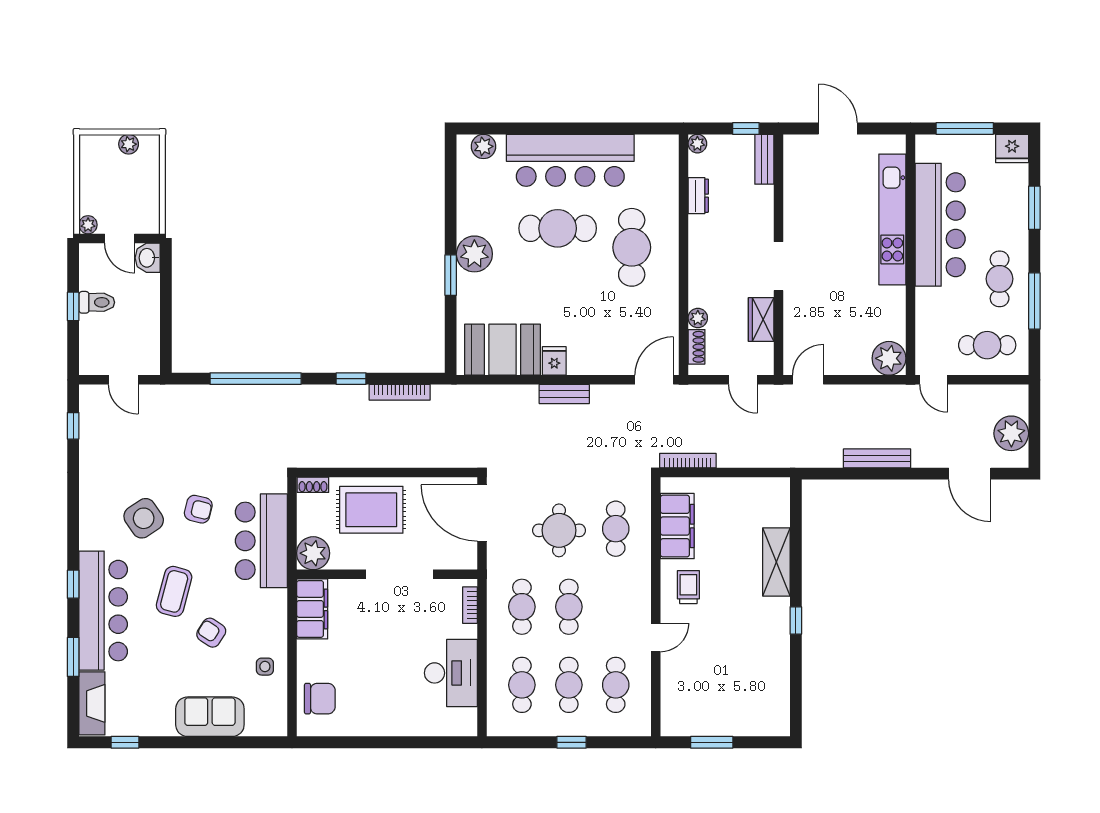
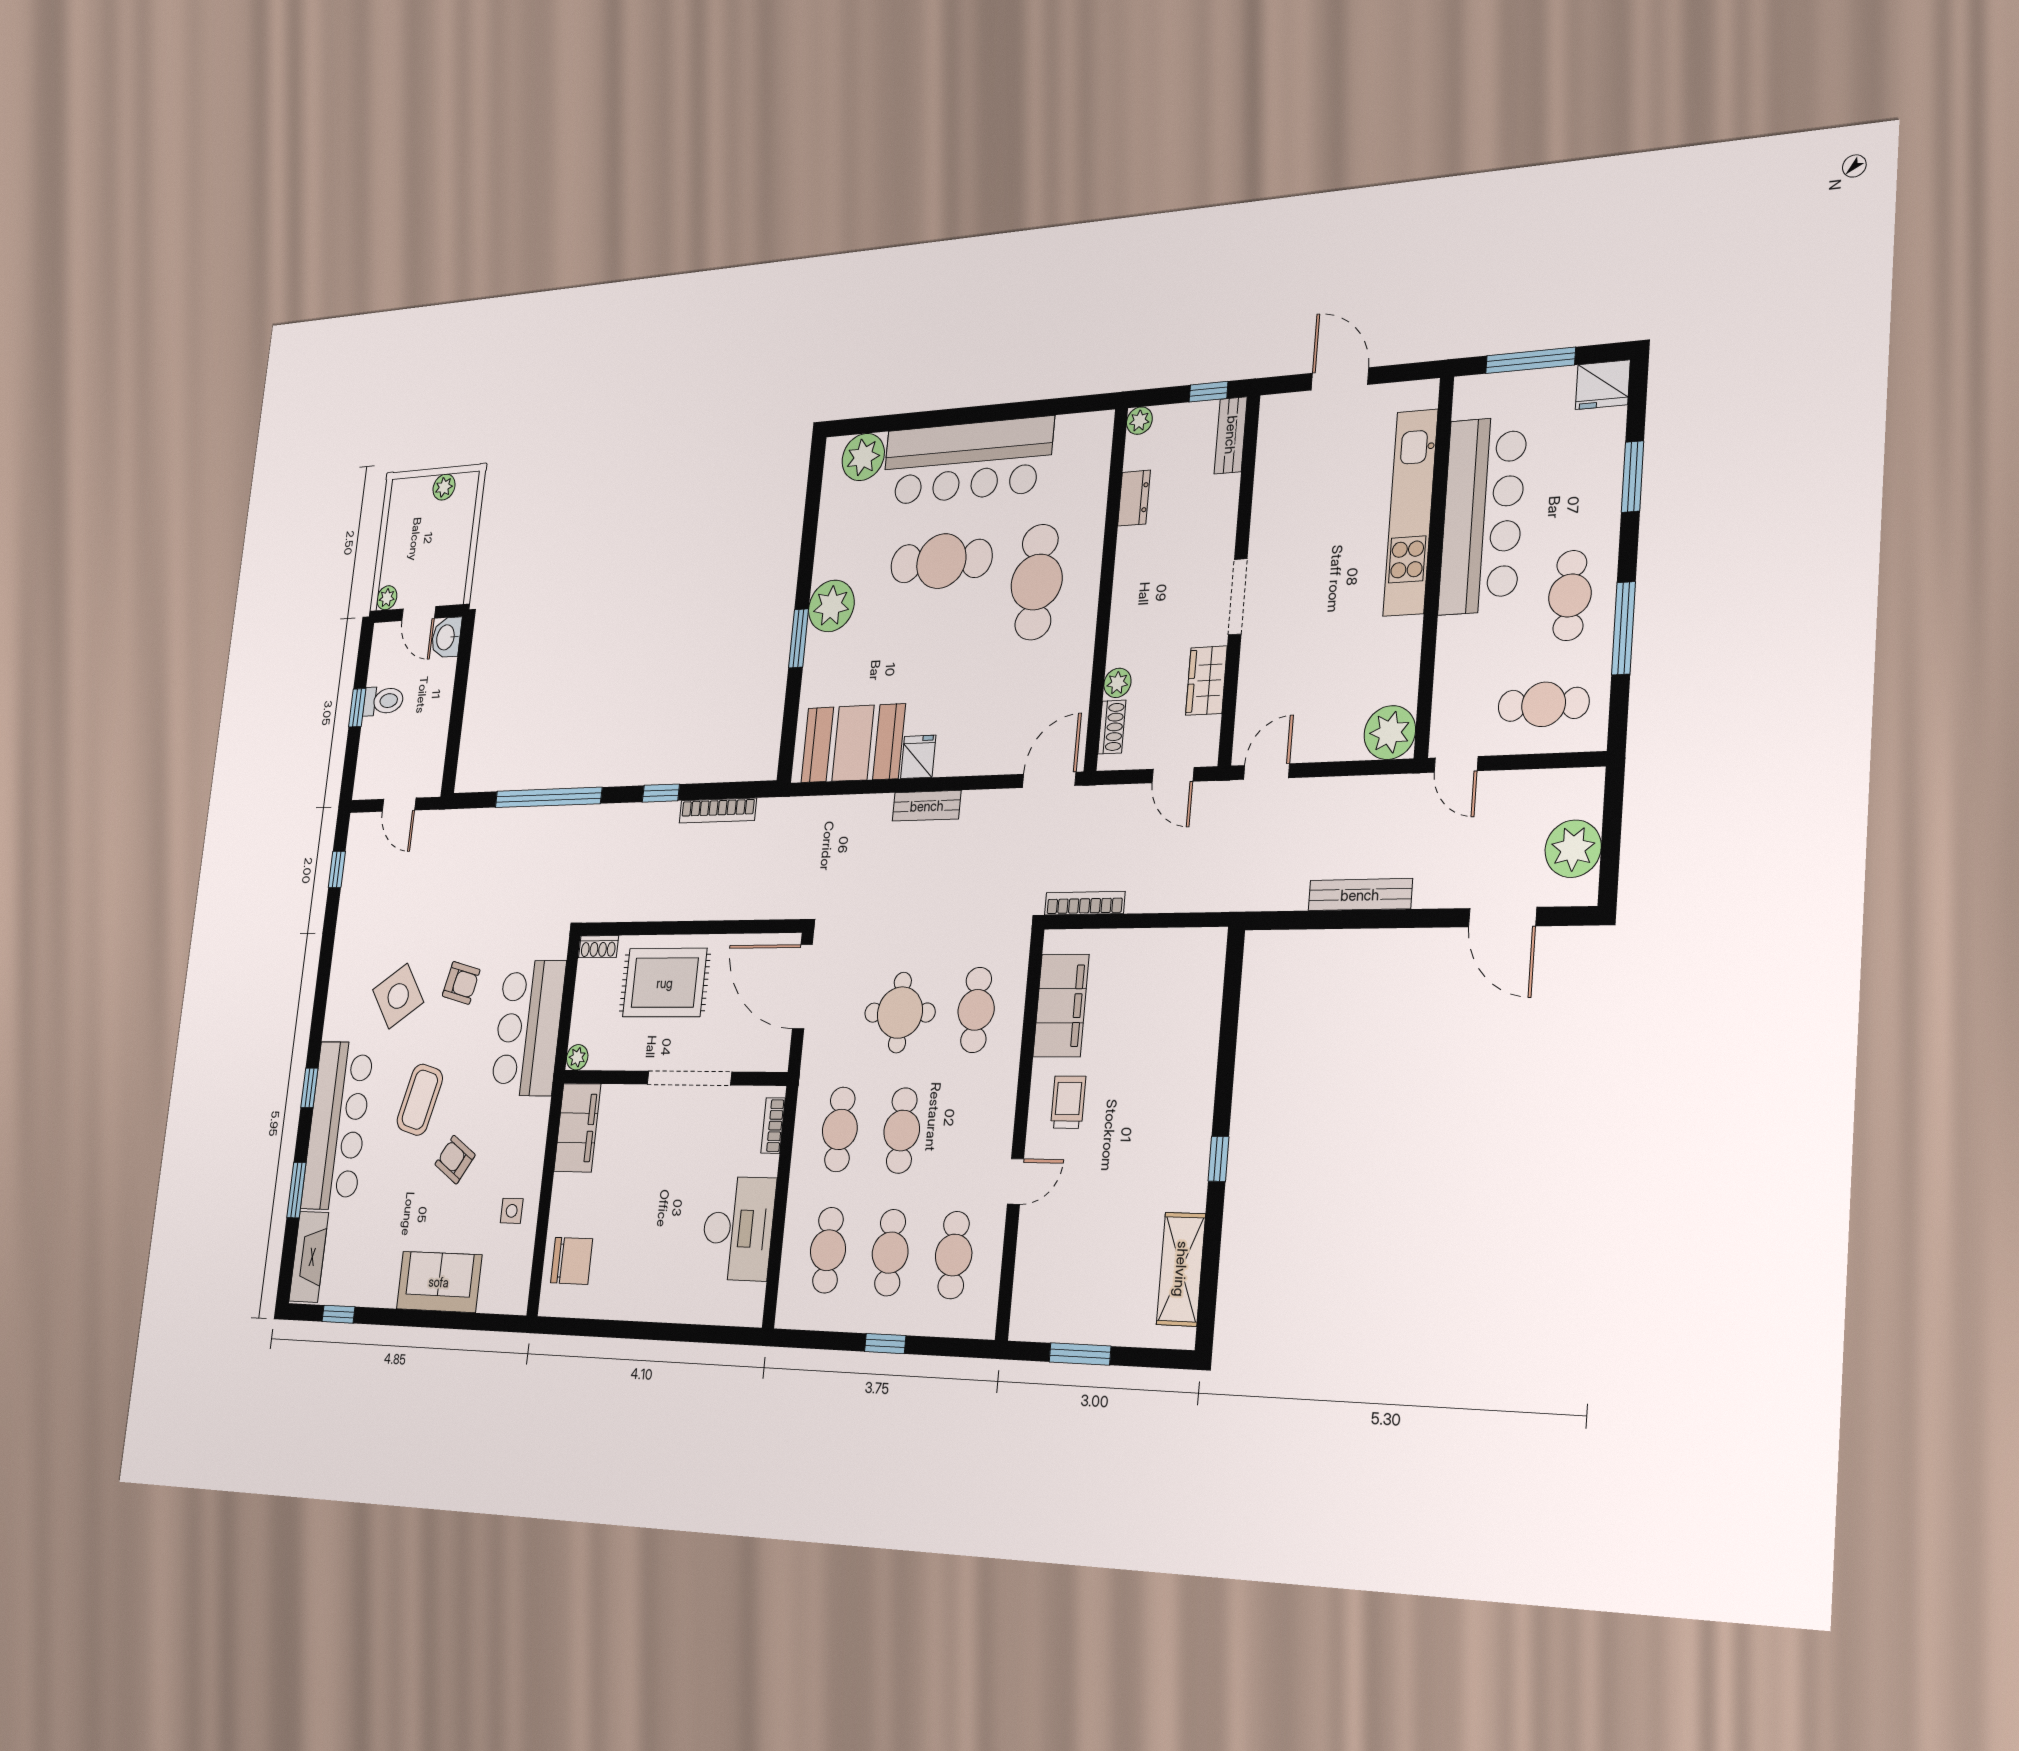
plant: (483, 146) -> (863, 457), width x1.36, depth x1.36
plant: (313, 553) -> (577, 1057), width x0.53, depth x0.53
shelving: (776, 562) -> (1181, 1269), moved

